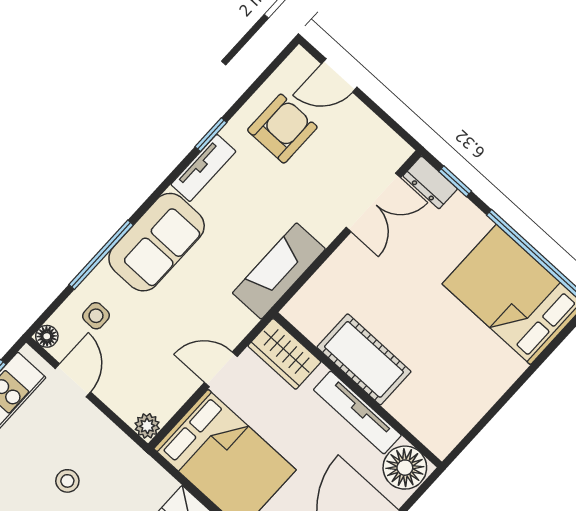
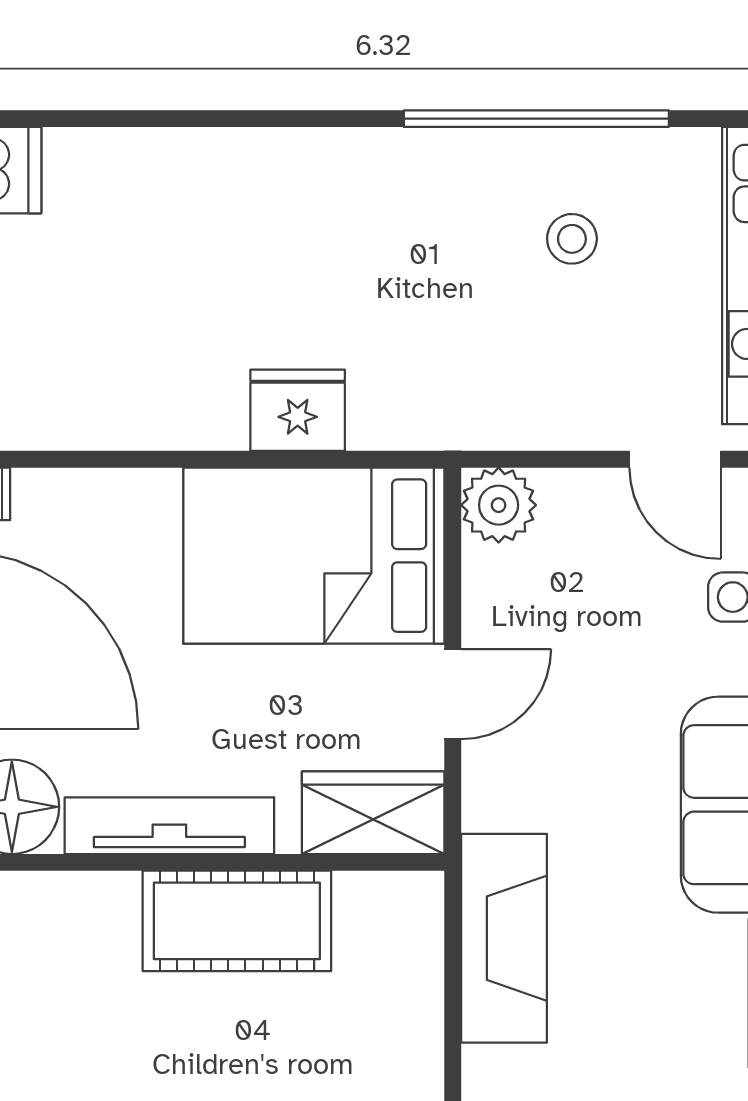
plant: (147, 426) -> (499, 505), width x1.38, depth x1.38
stool: (67, 481) -> (572, 239), moved

